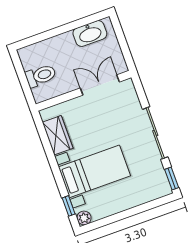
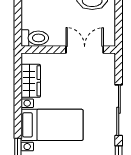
toilet: (41, 76) -> (35, 38), moved

